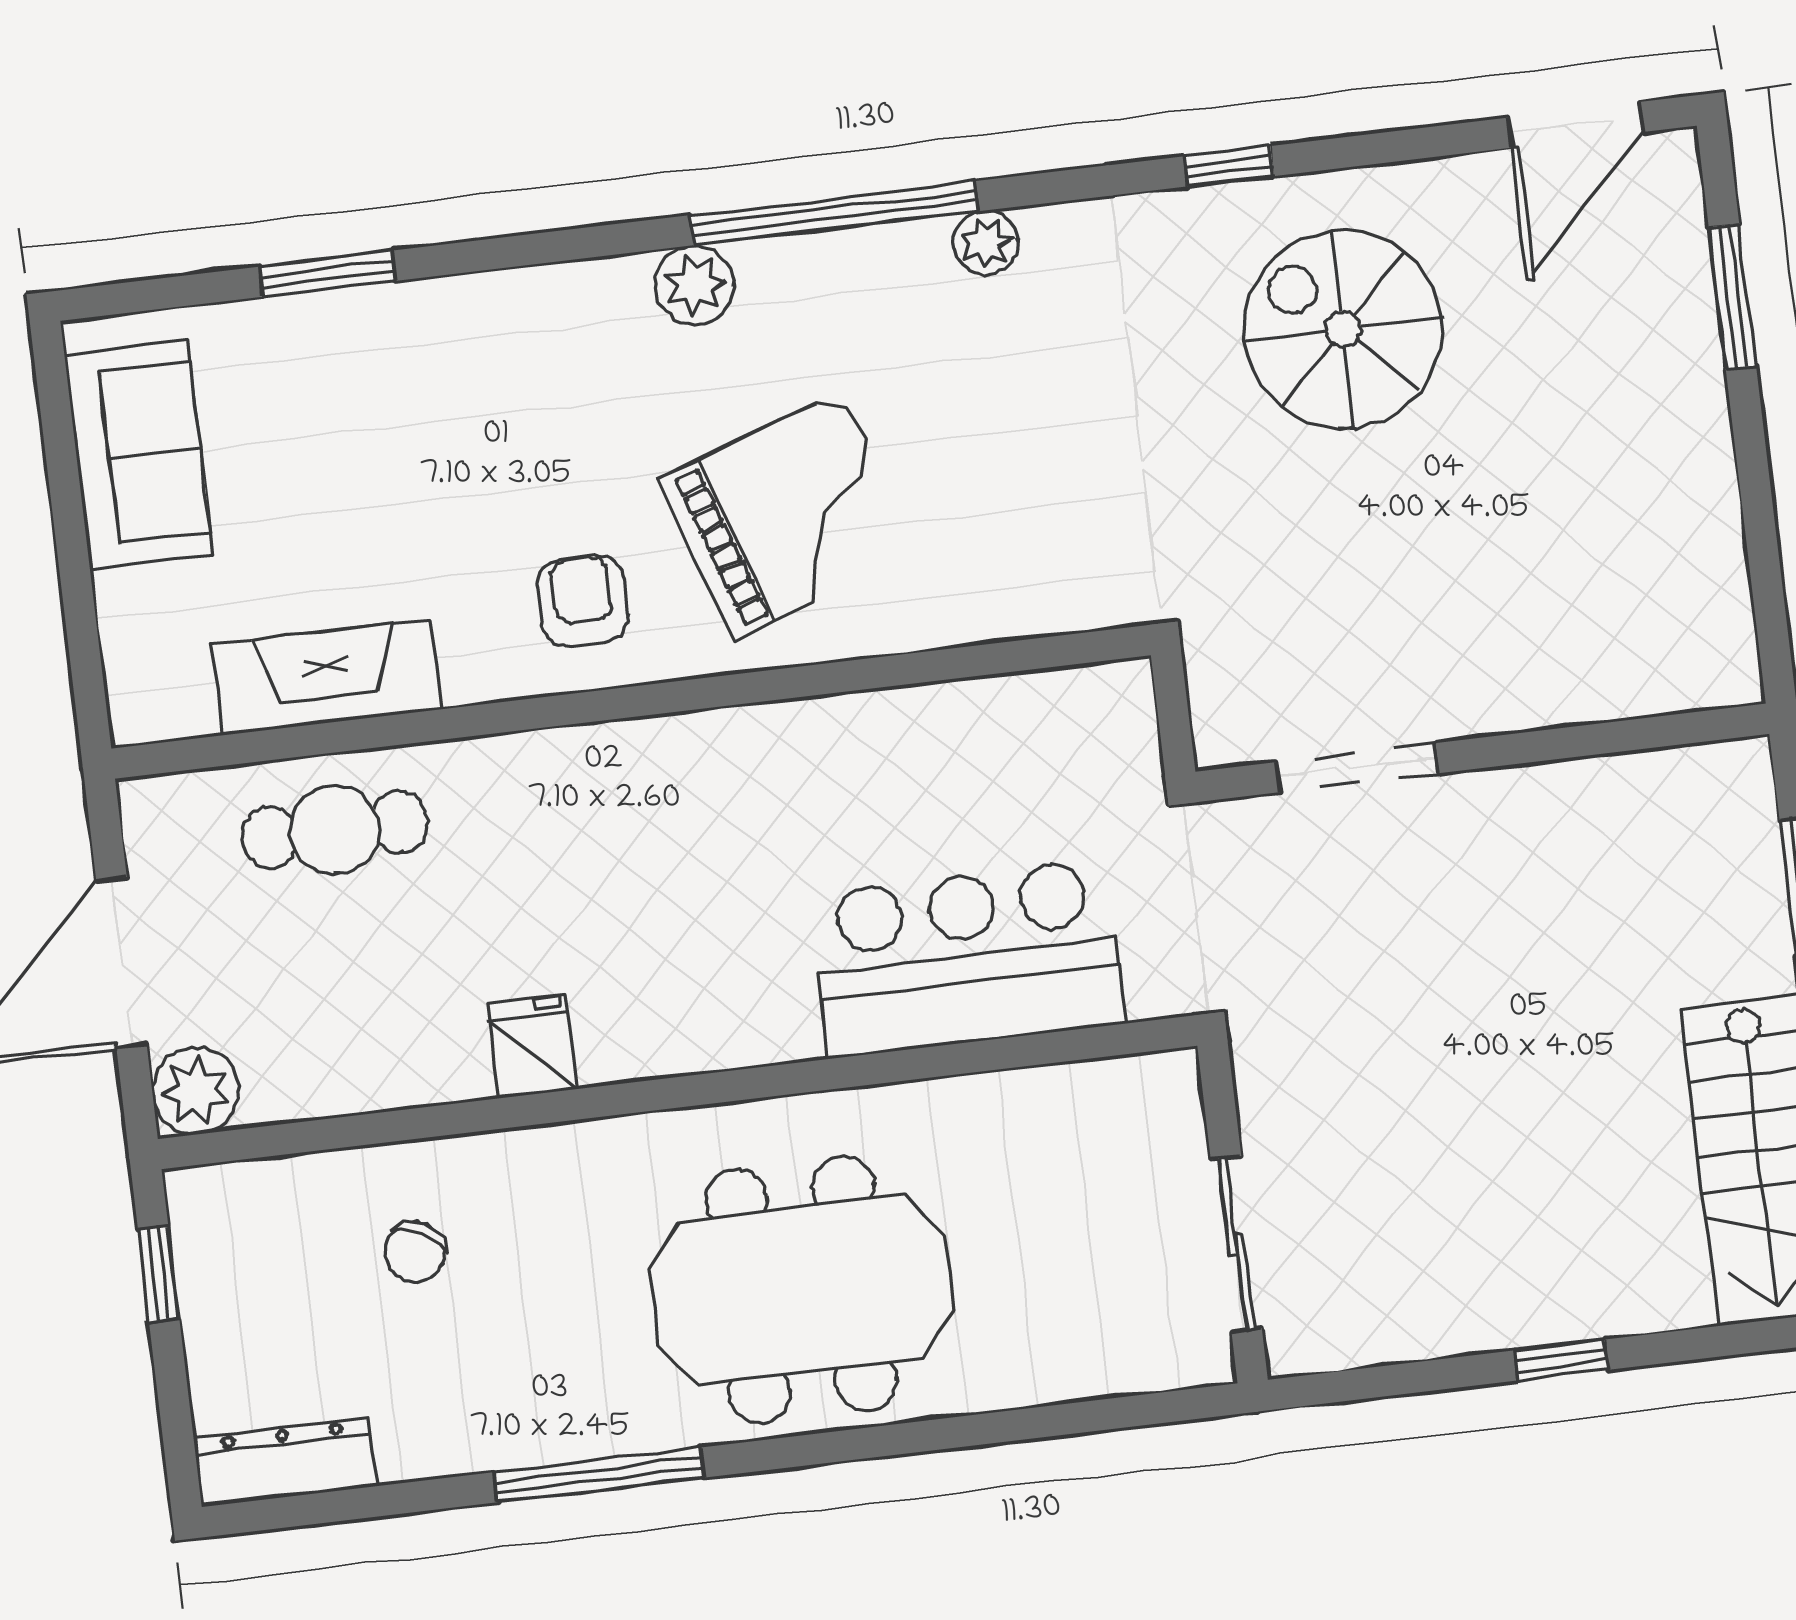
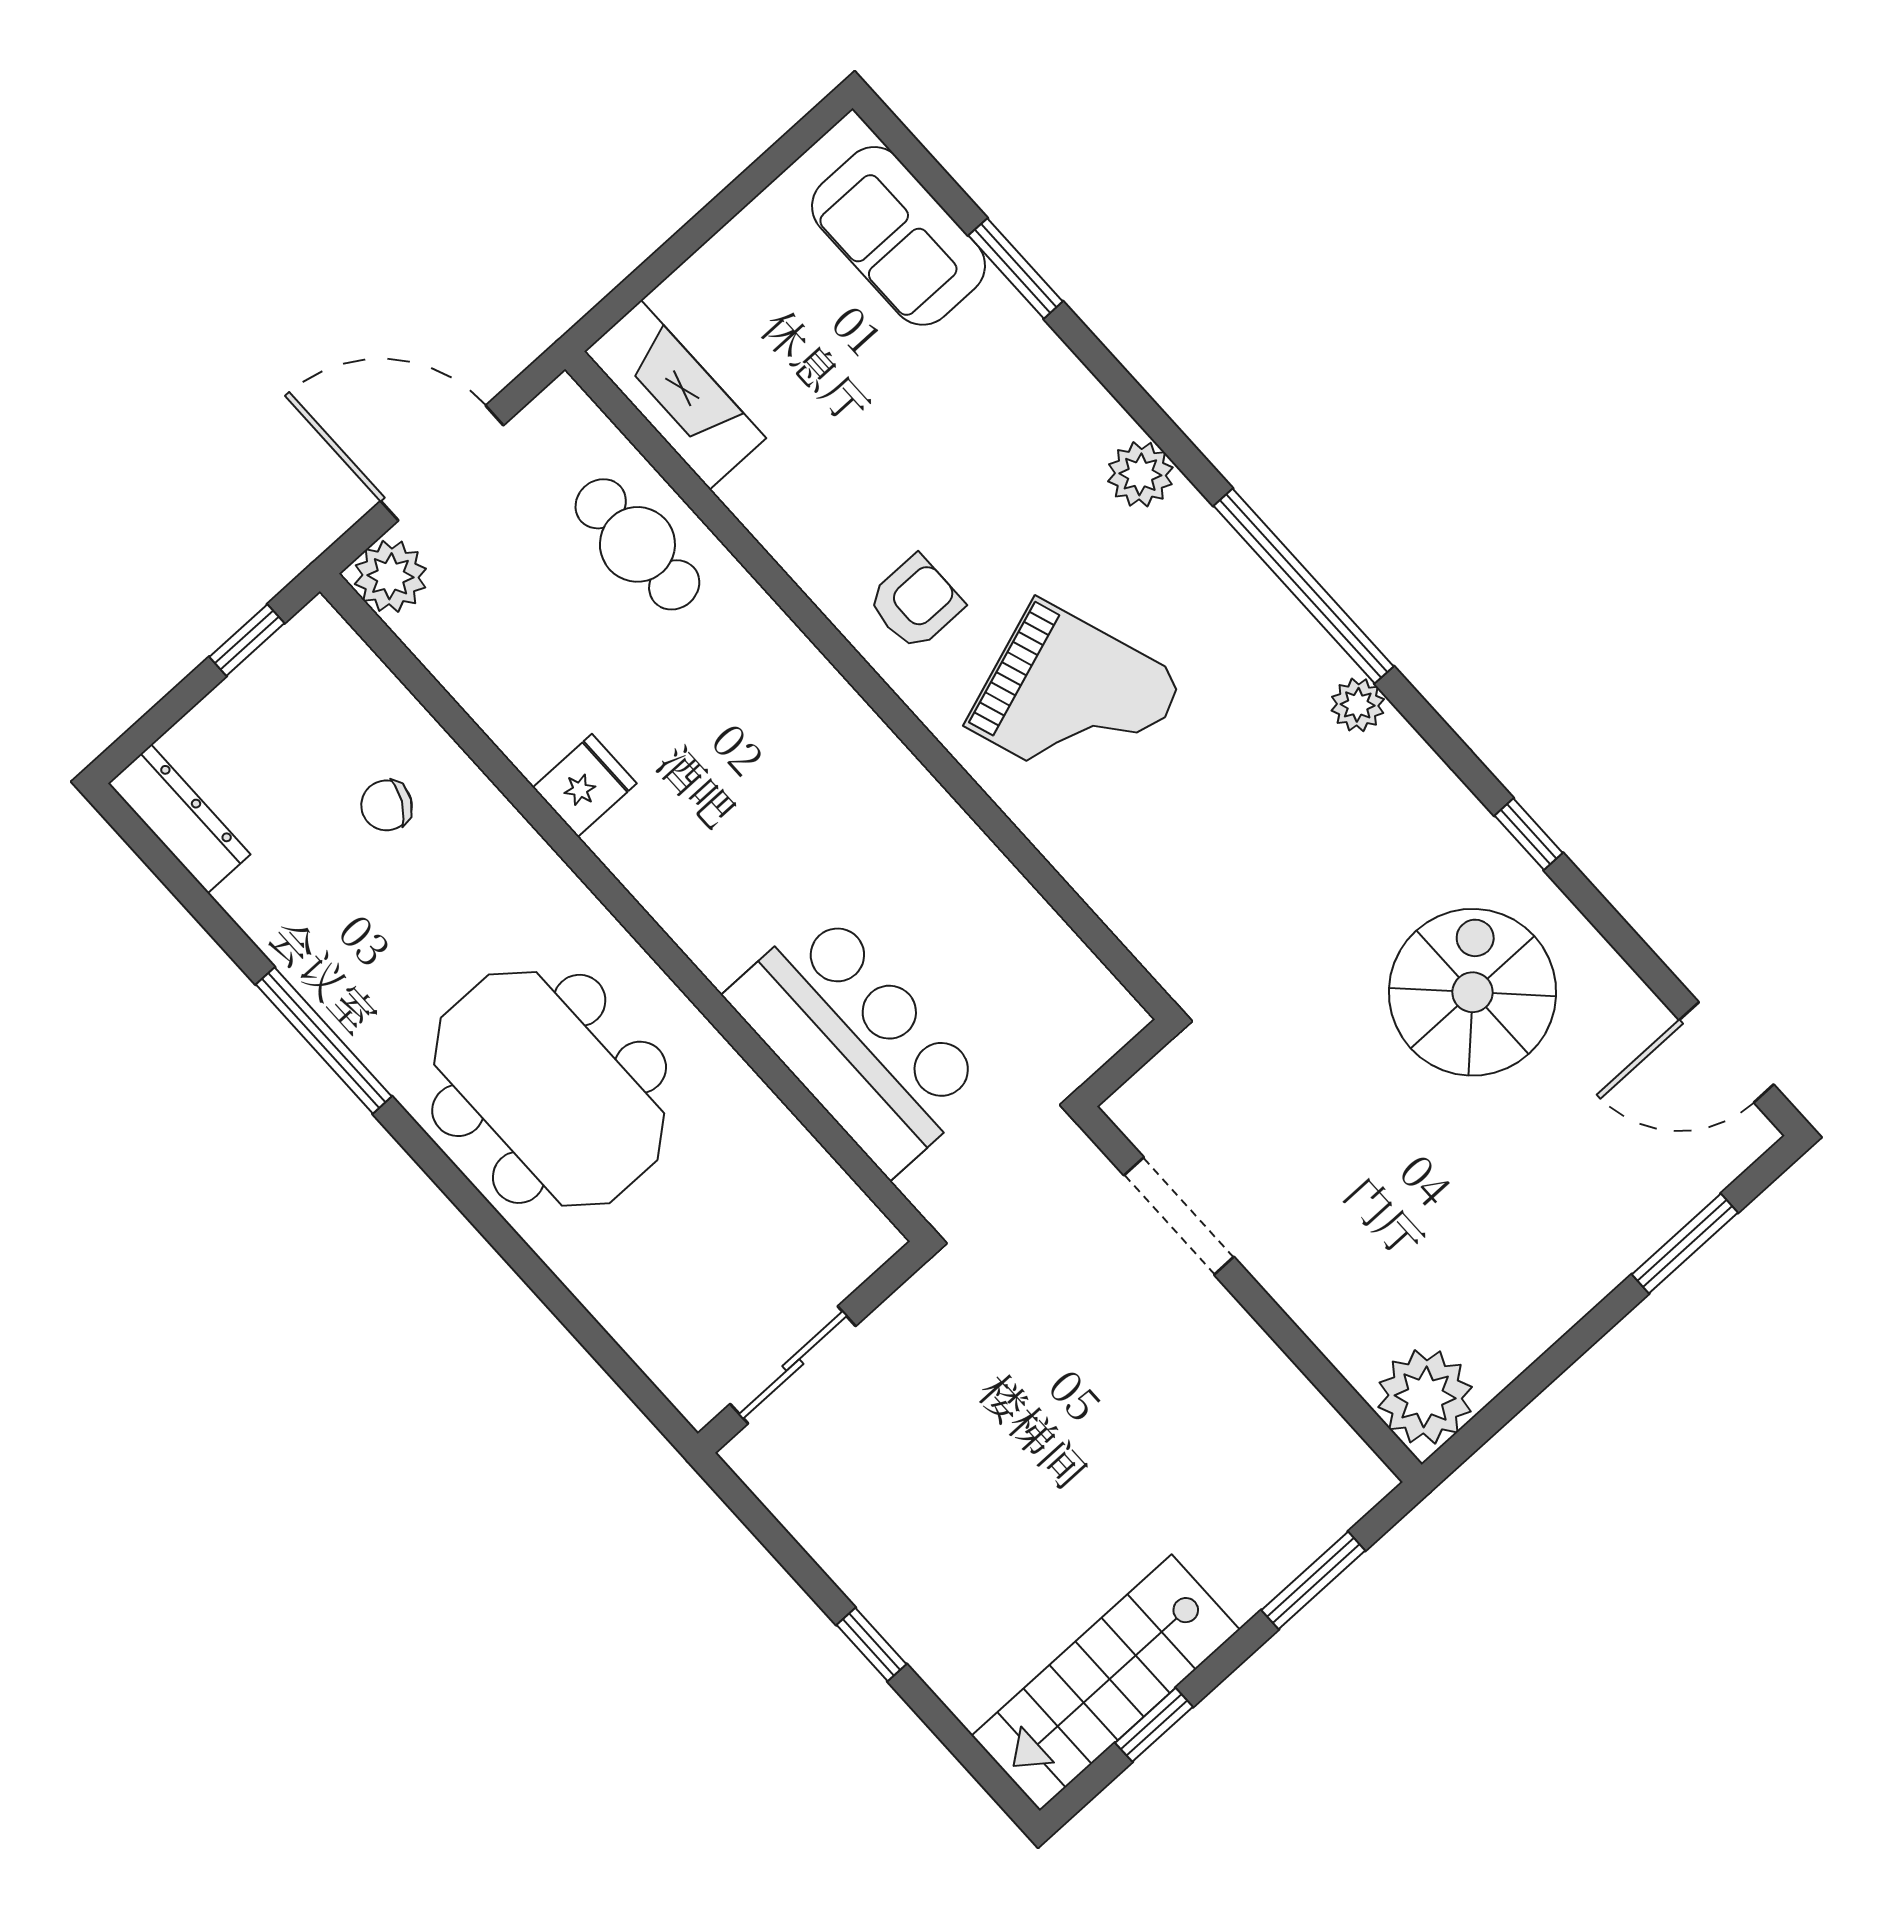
plant: (695, 285) -> (1140, 474), moved
sofa: (139, 454) -> (898, 236), moved, turned 90
plant: (1702, 654) -> (1425, 1397), added
fireplace: (327, 677) -> (675, 395), moved

